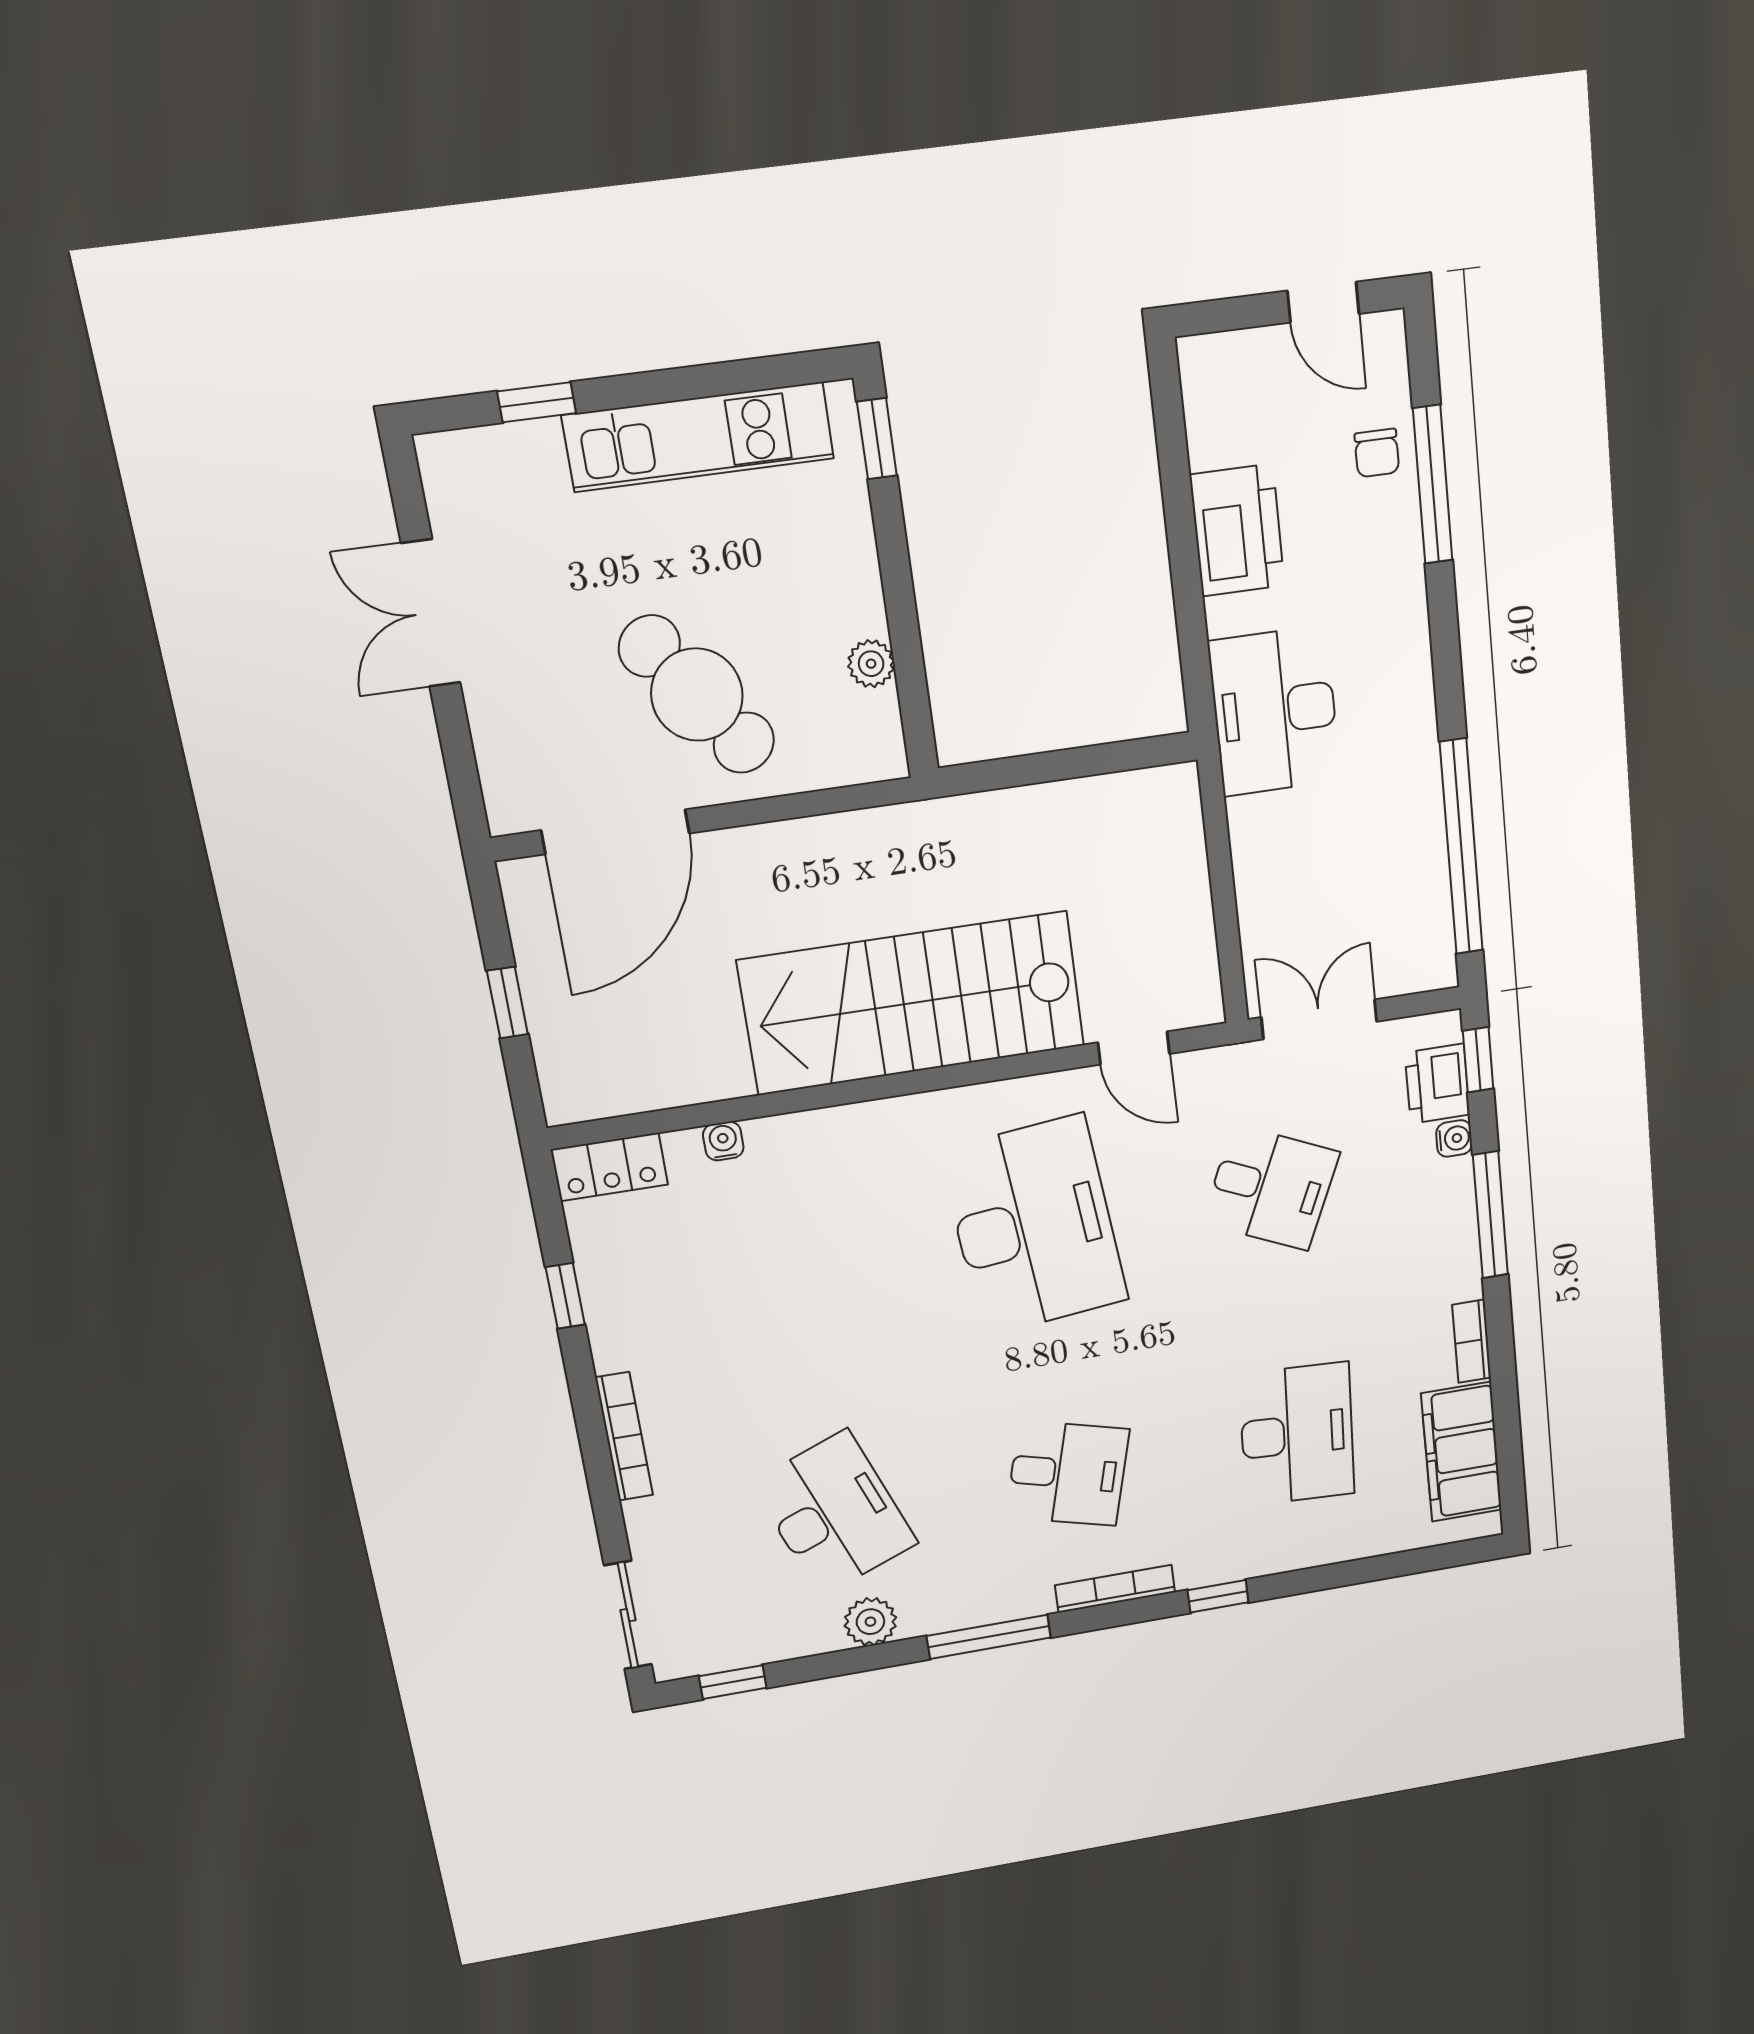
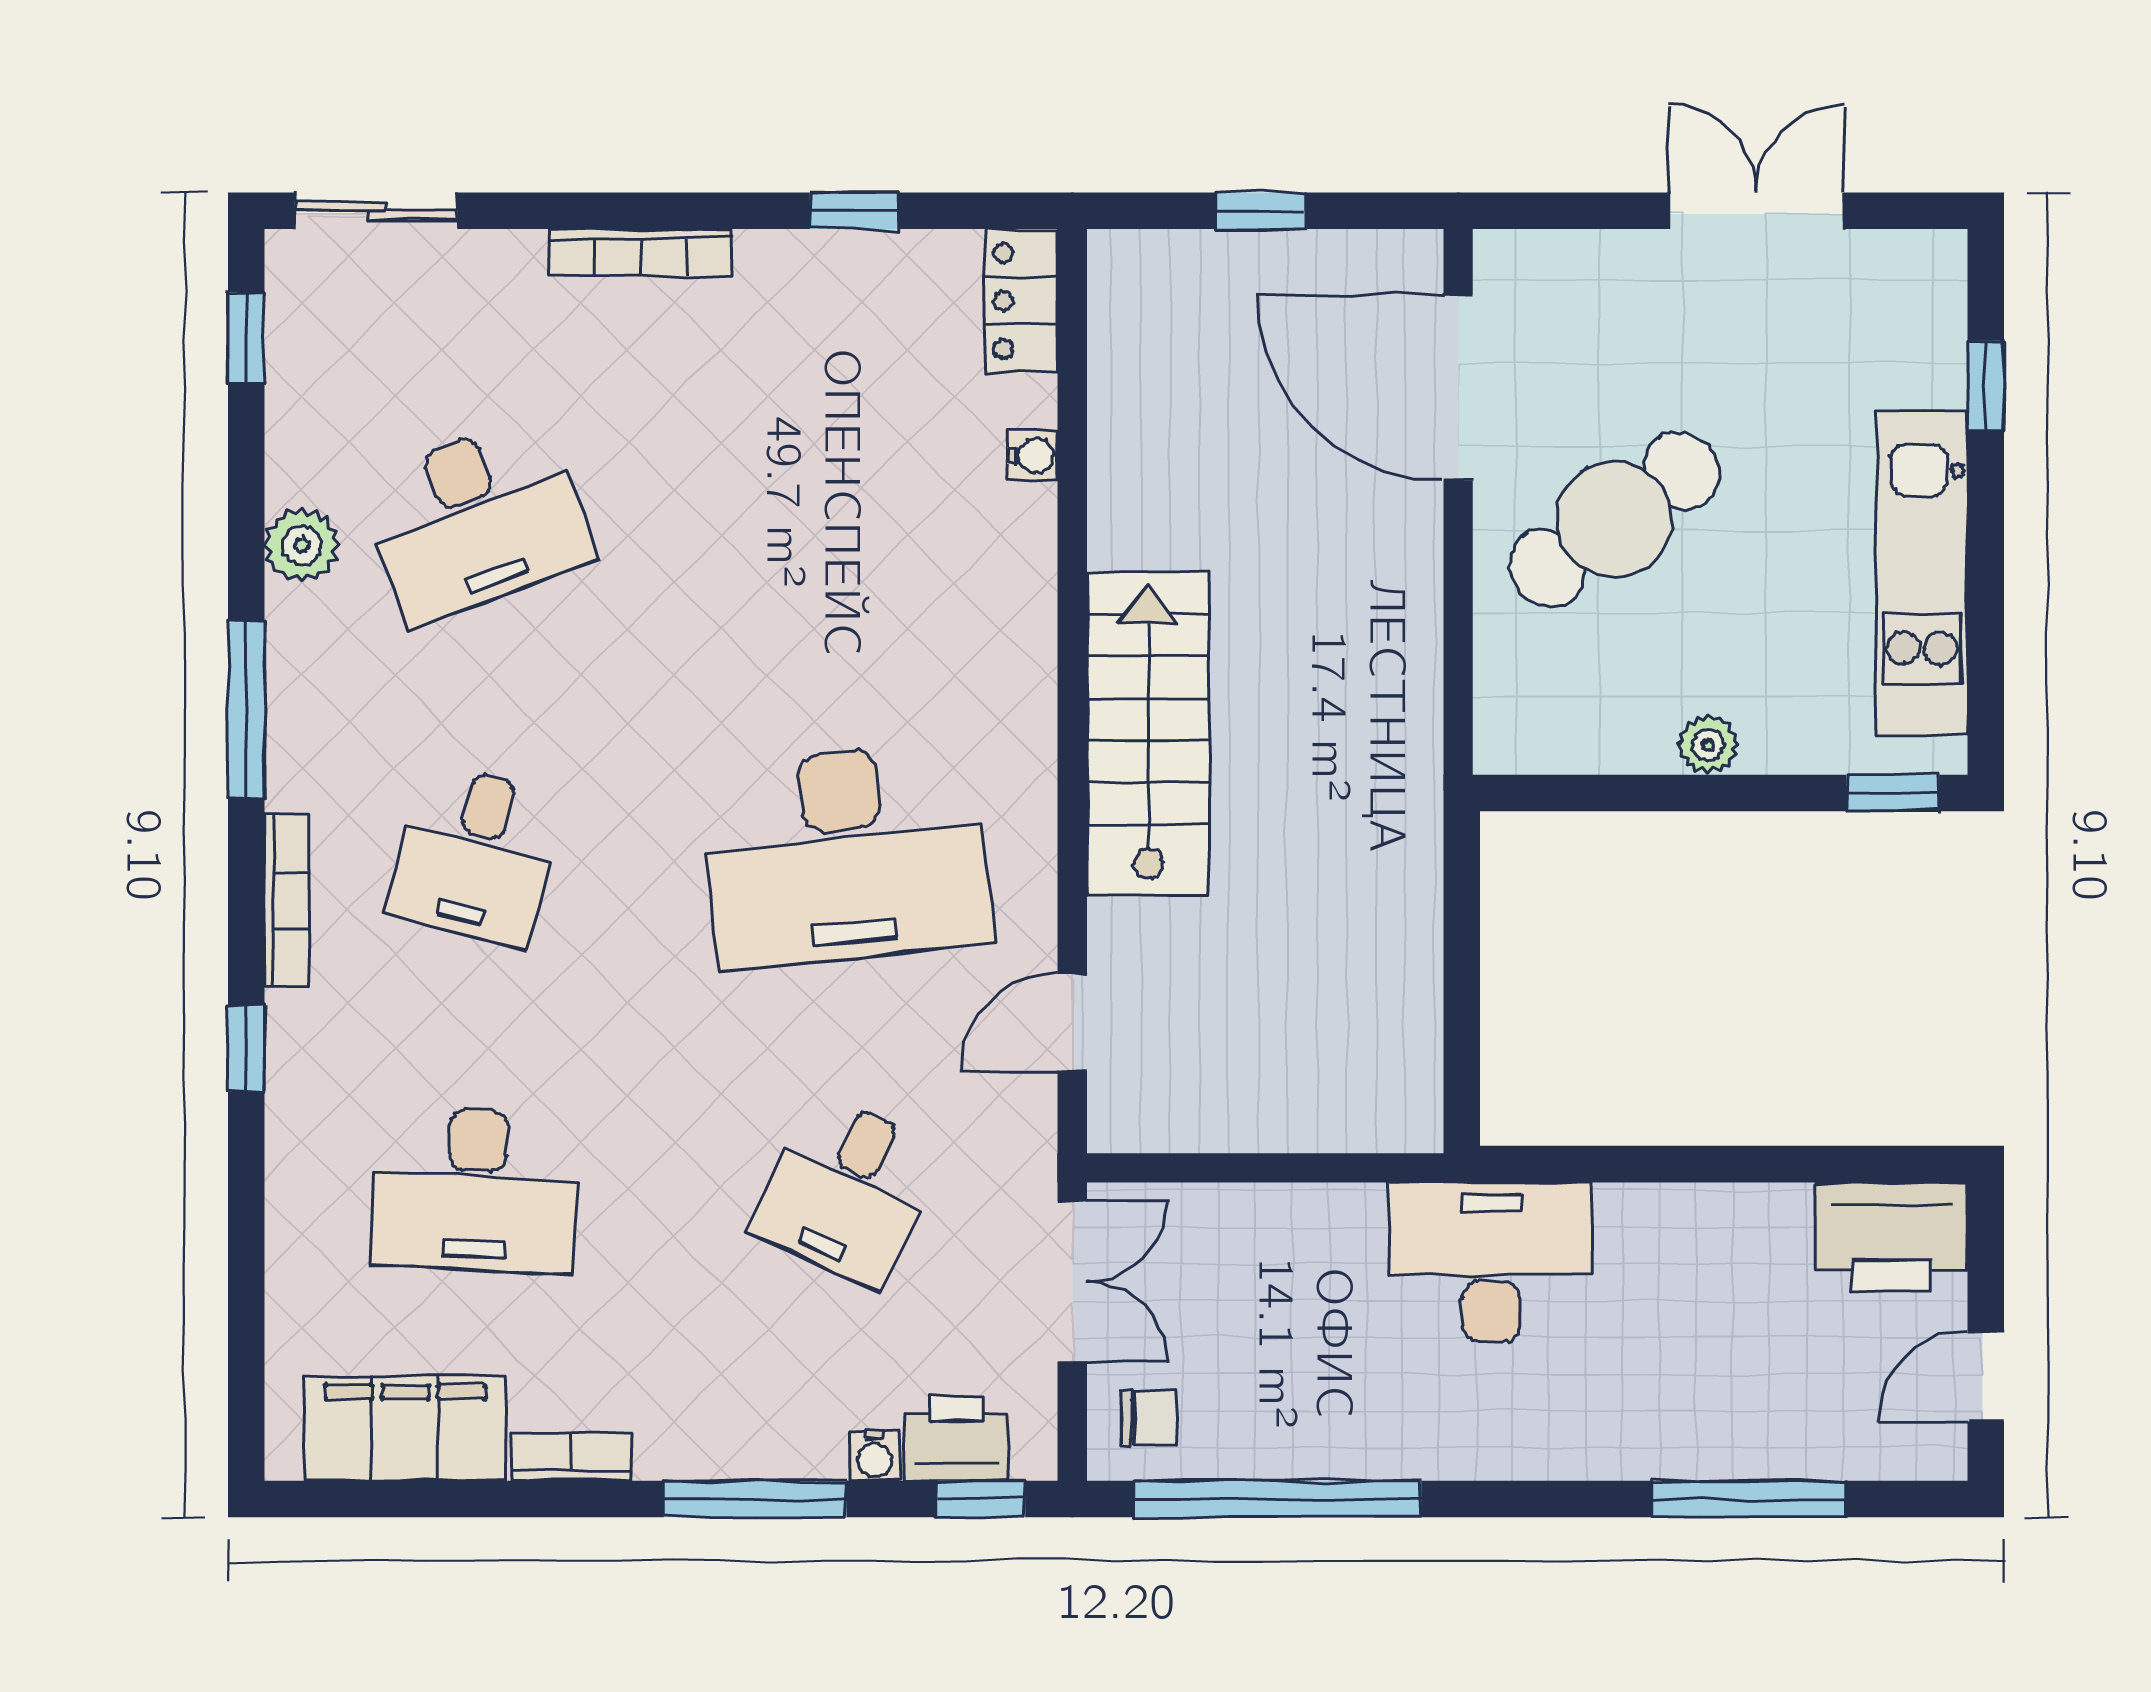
chair: (1377, 453) -> (1149, 1419), moved, turned 180
printer: (1237, 530) -> (1891, 1237), moved
plant: (871, 664) -> (1708, 745), moved
stairs: (912, 1003) -> (1148, 734), width x0.73, depth x0.66

